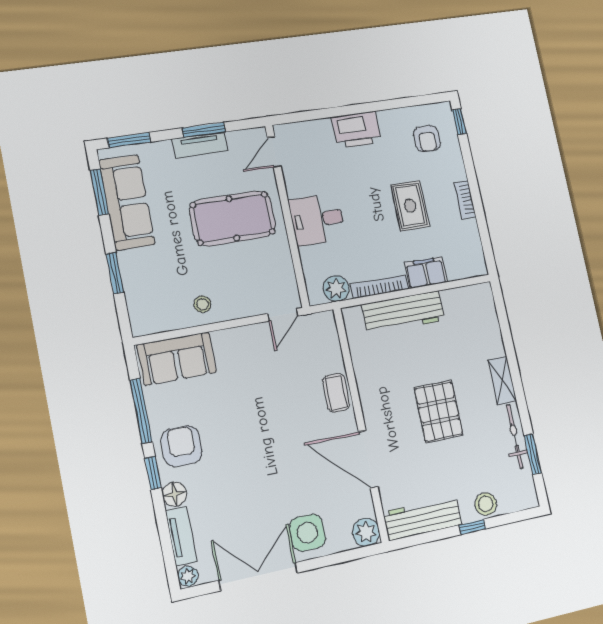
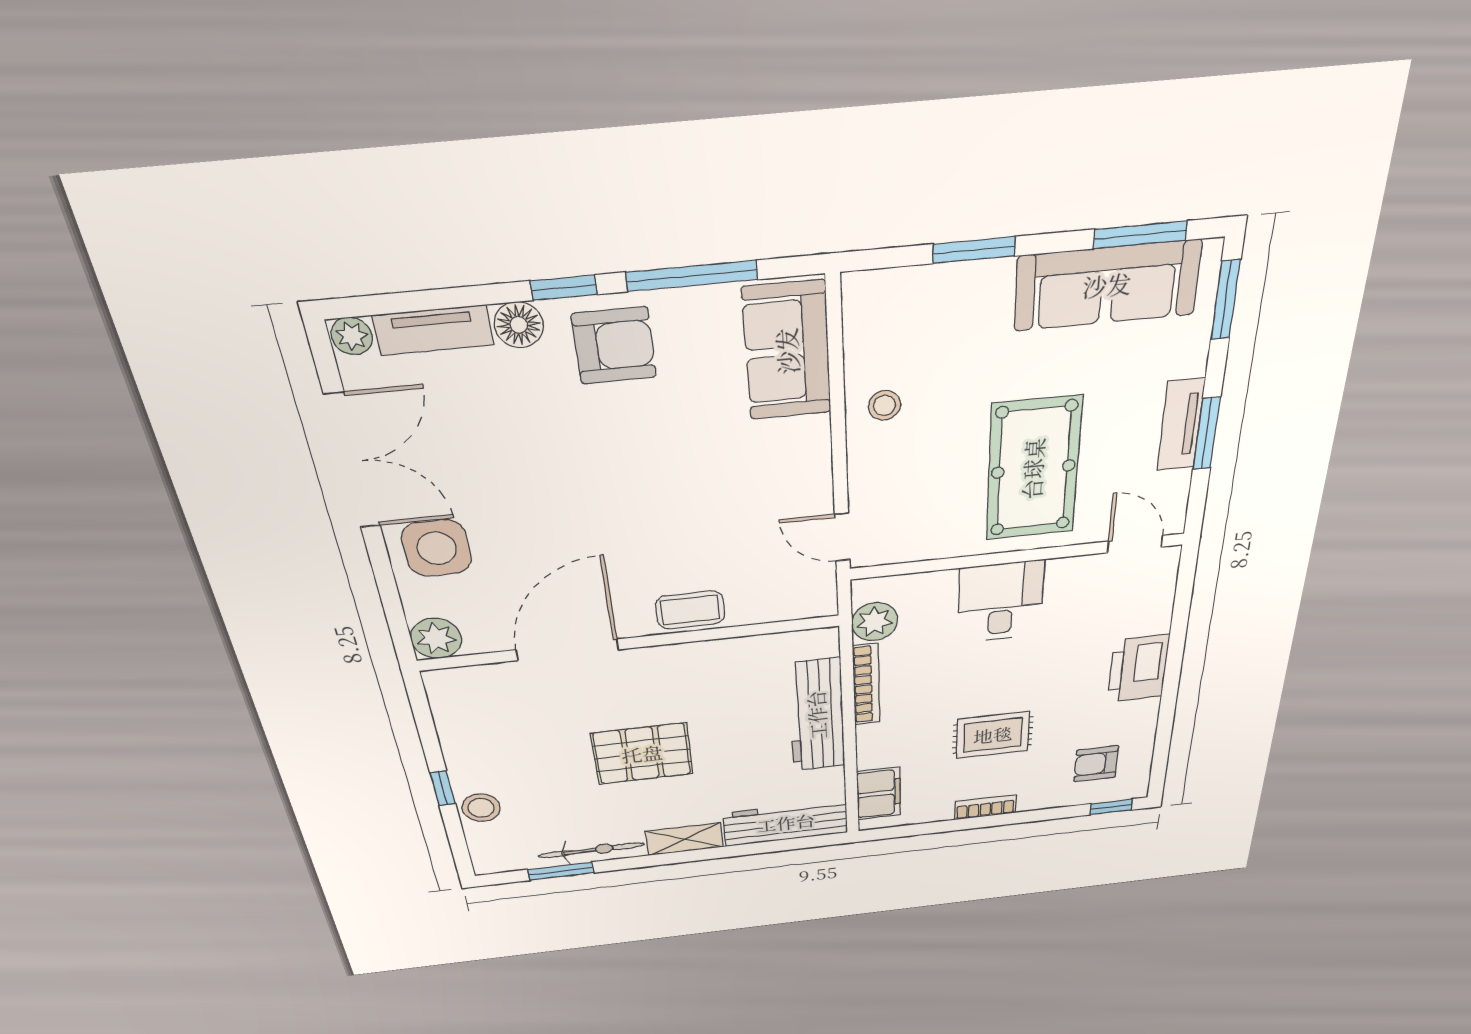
filing cabinet: (426, 273) -> (879, 794), moved
workbench: (423, 518) -> (786, 823), moved, turned -90

